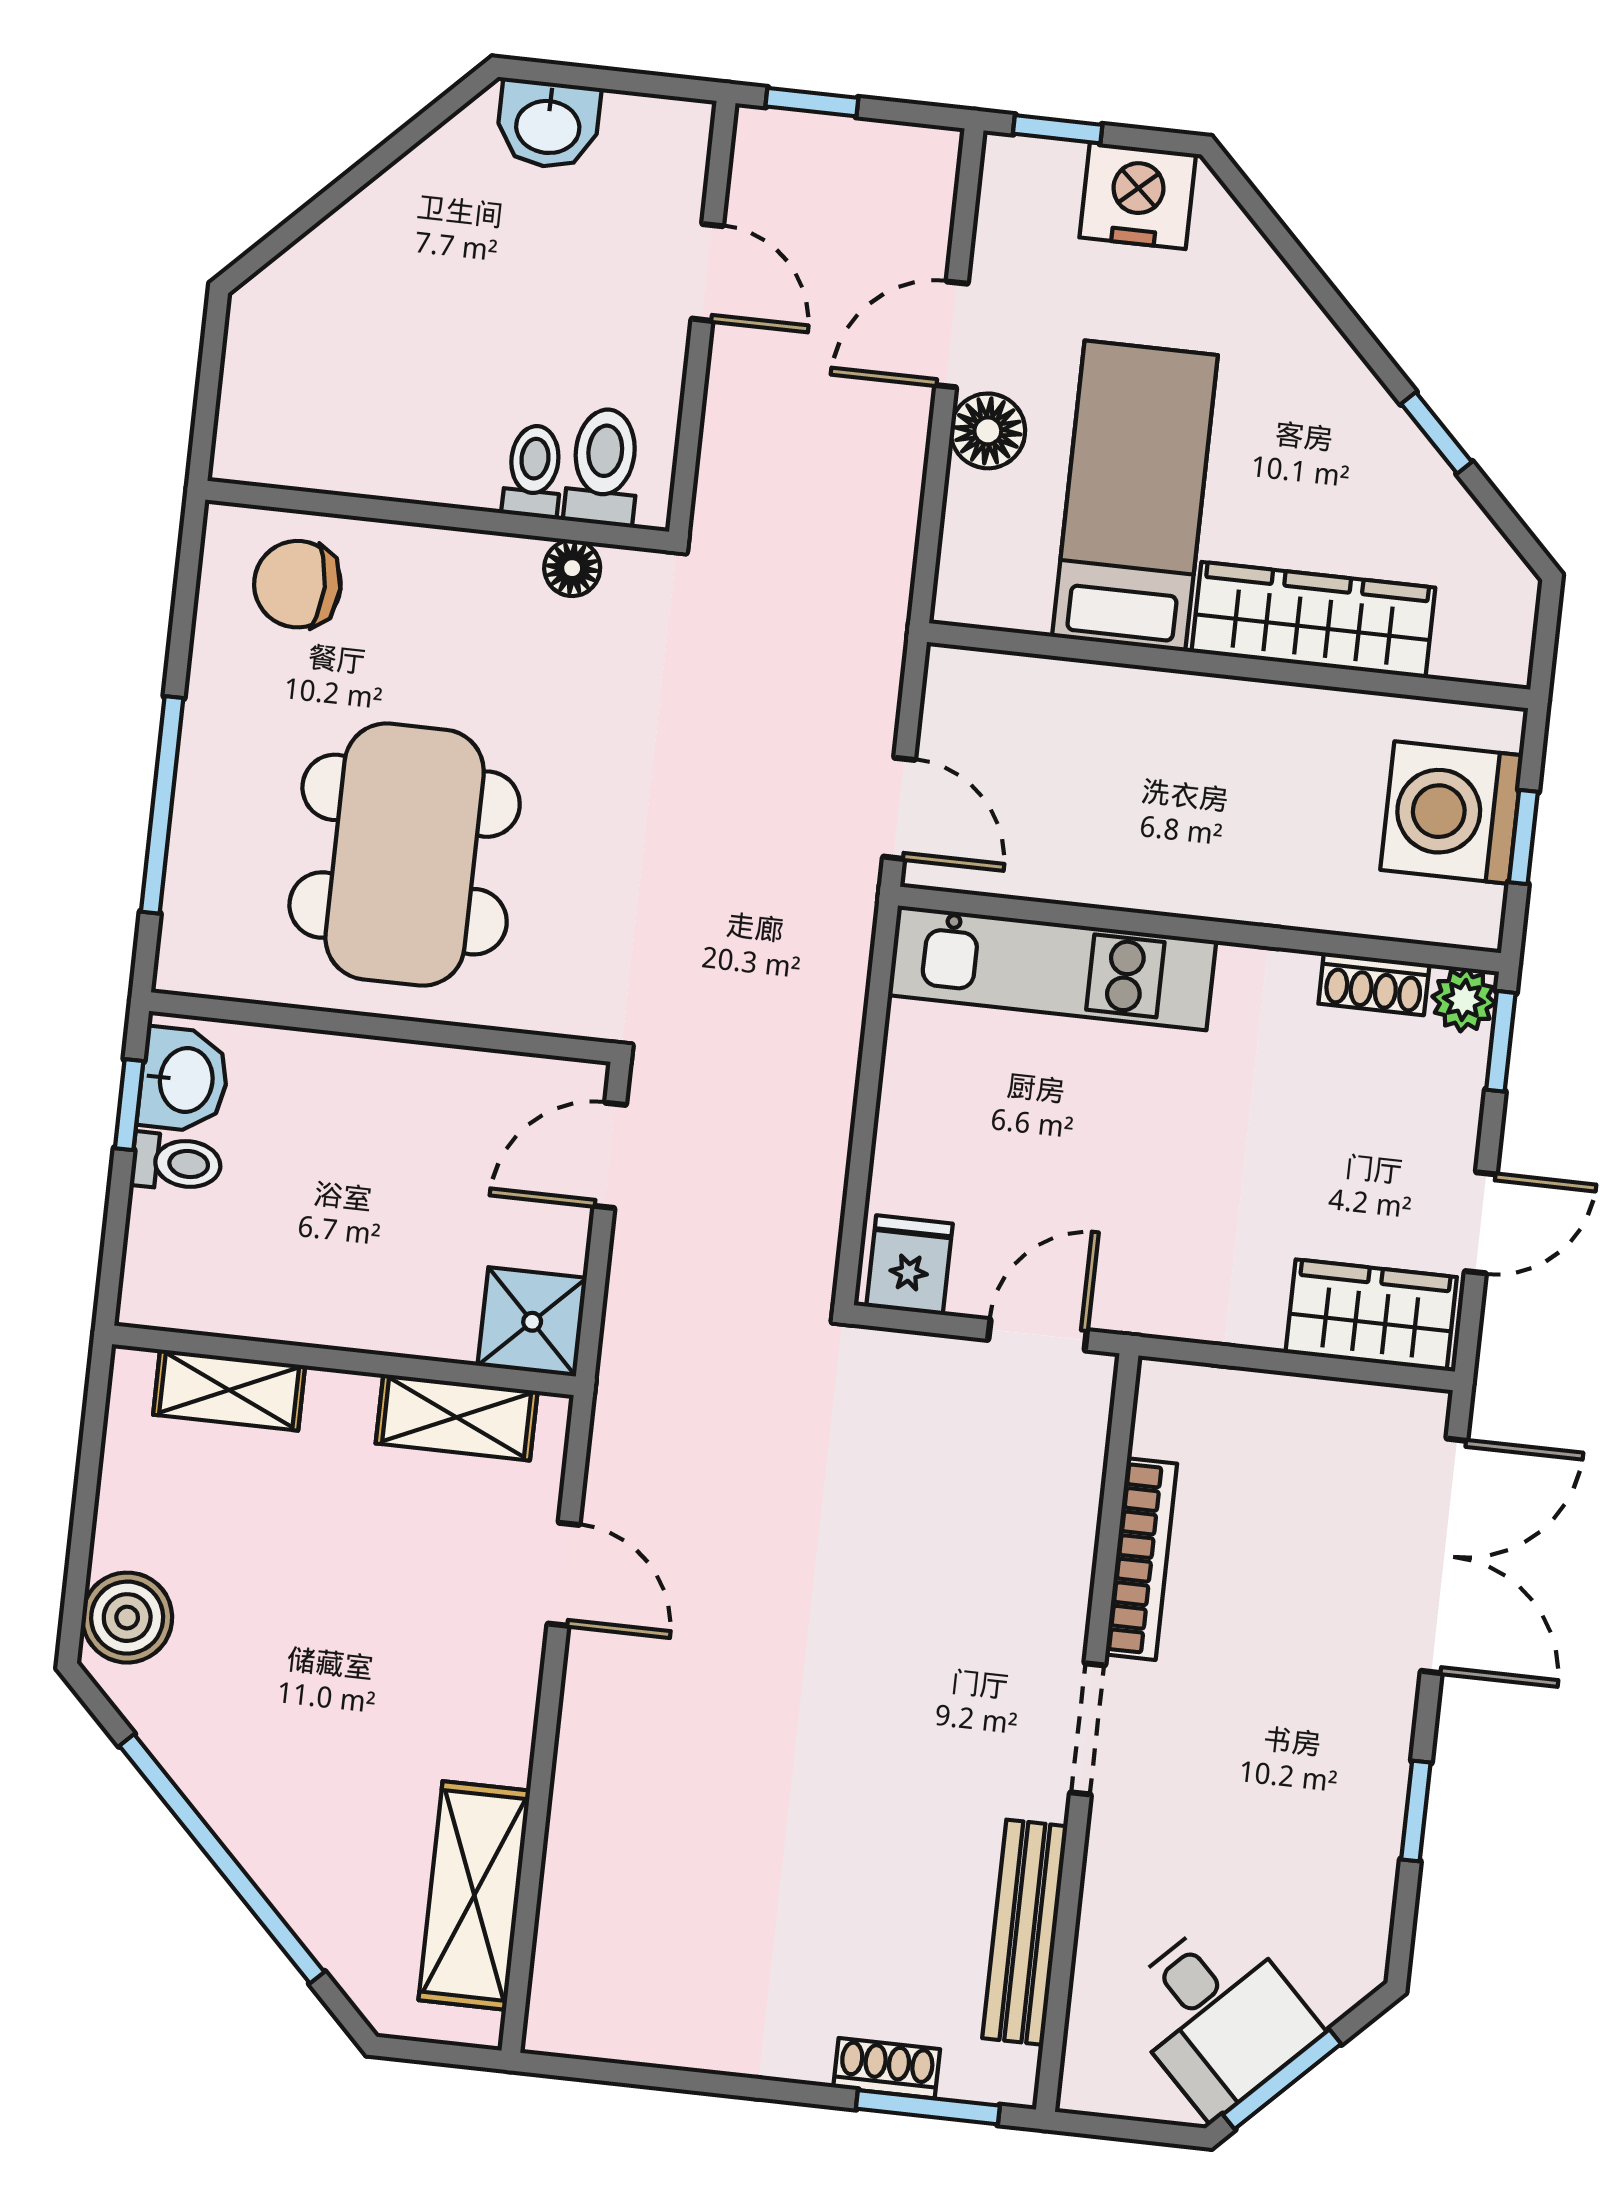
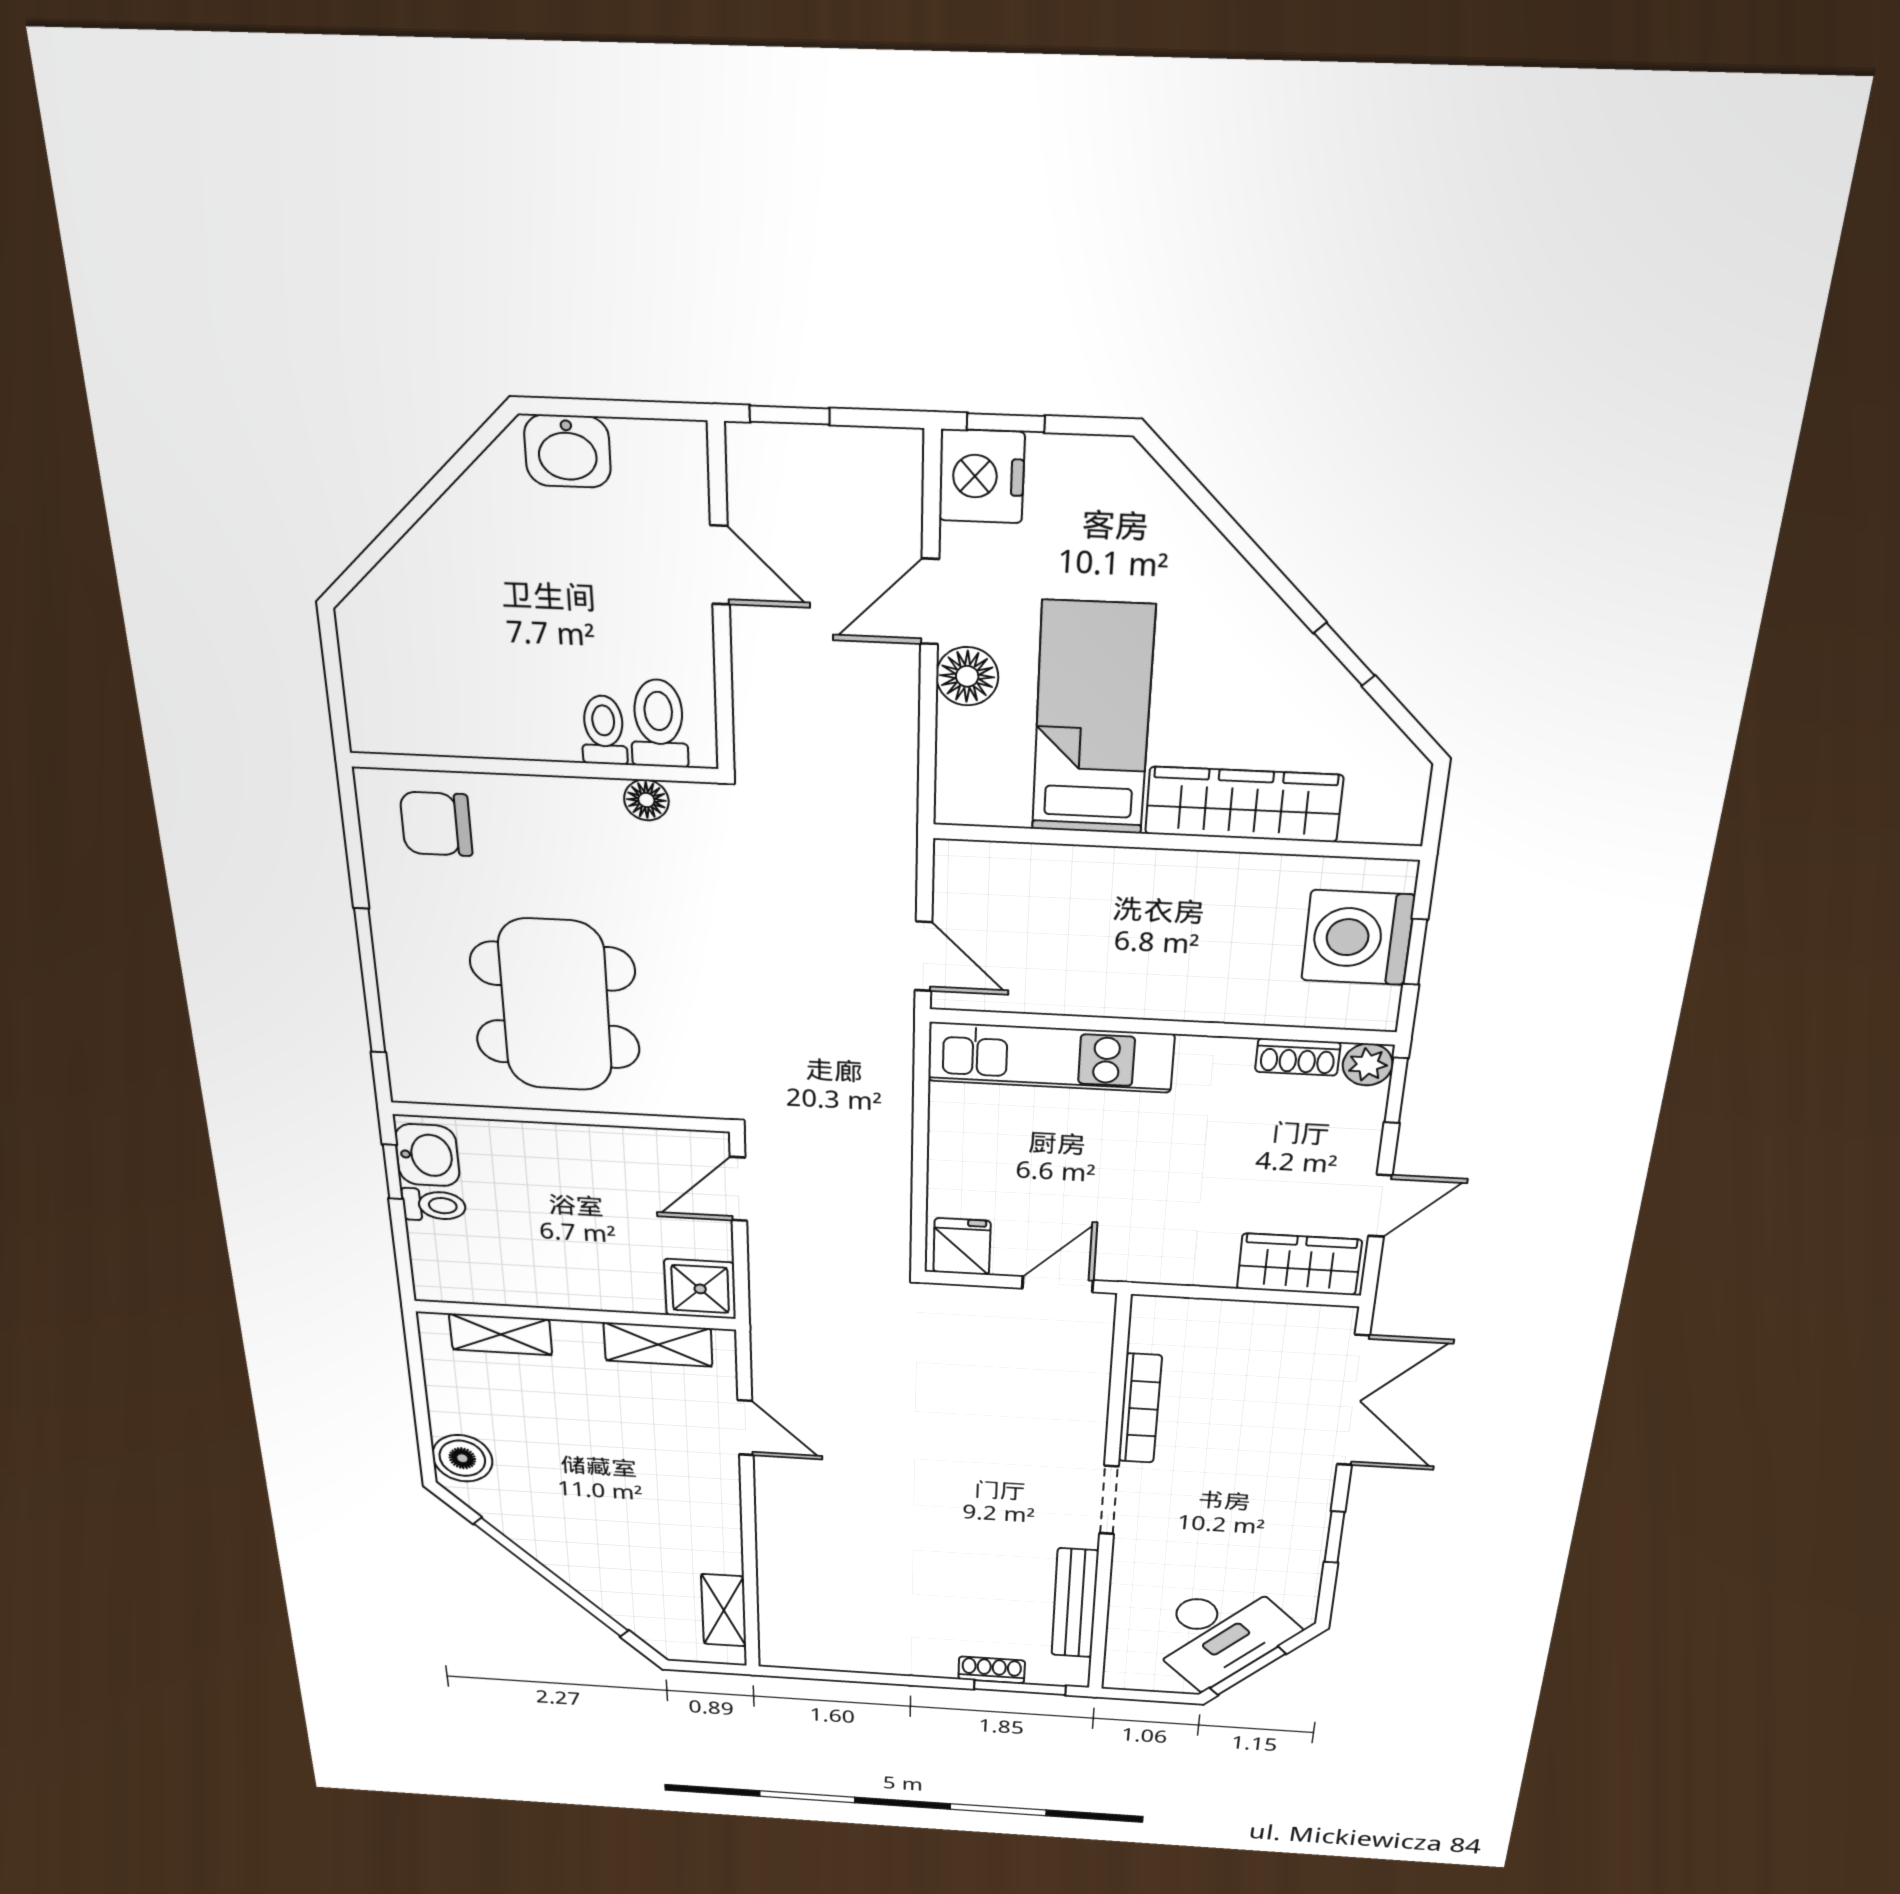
nightstand: (1138, 196) -> (982, 476), moved, turned -90
shelving: (474, 1895) -> (724, 1610), width x0.67, depth x0.75
desk: (1218, 2015) -> (1218, 1633), width x1.37

